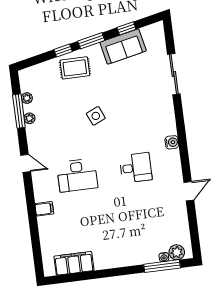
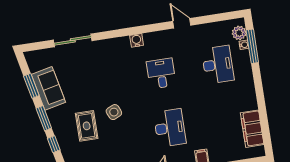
window: (126, 28) -> (31, 86), width x1.50
rug: (75, 68) -> (87, 126), moved
desk: (144, 228) -> (218, 65), added

